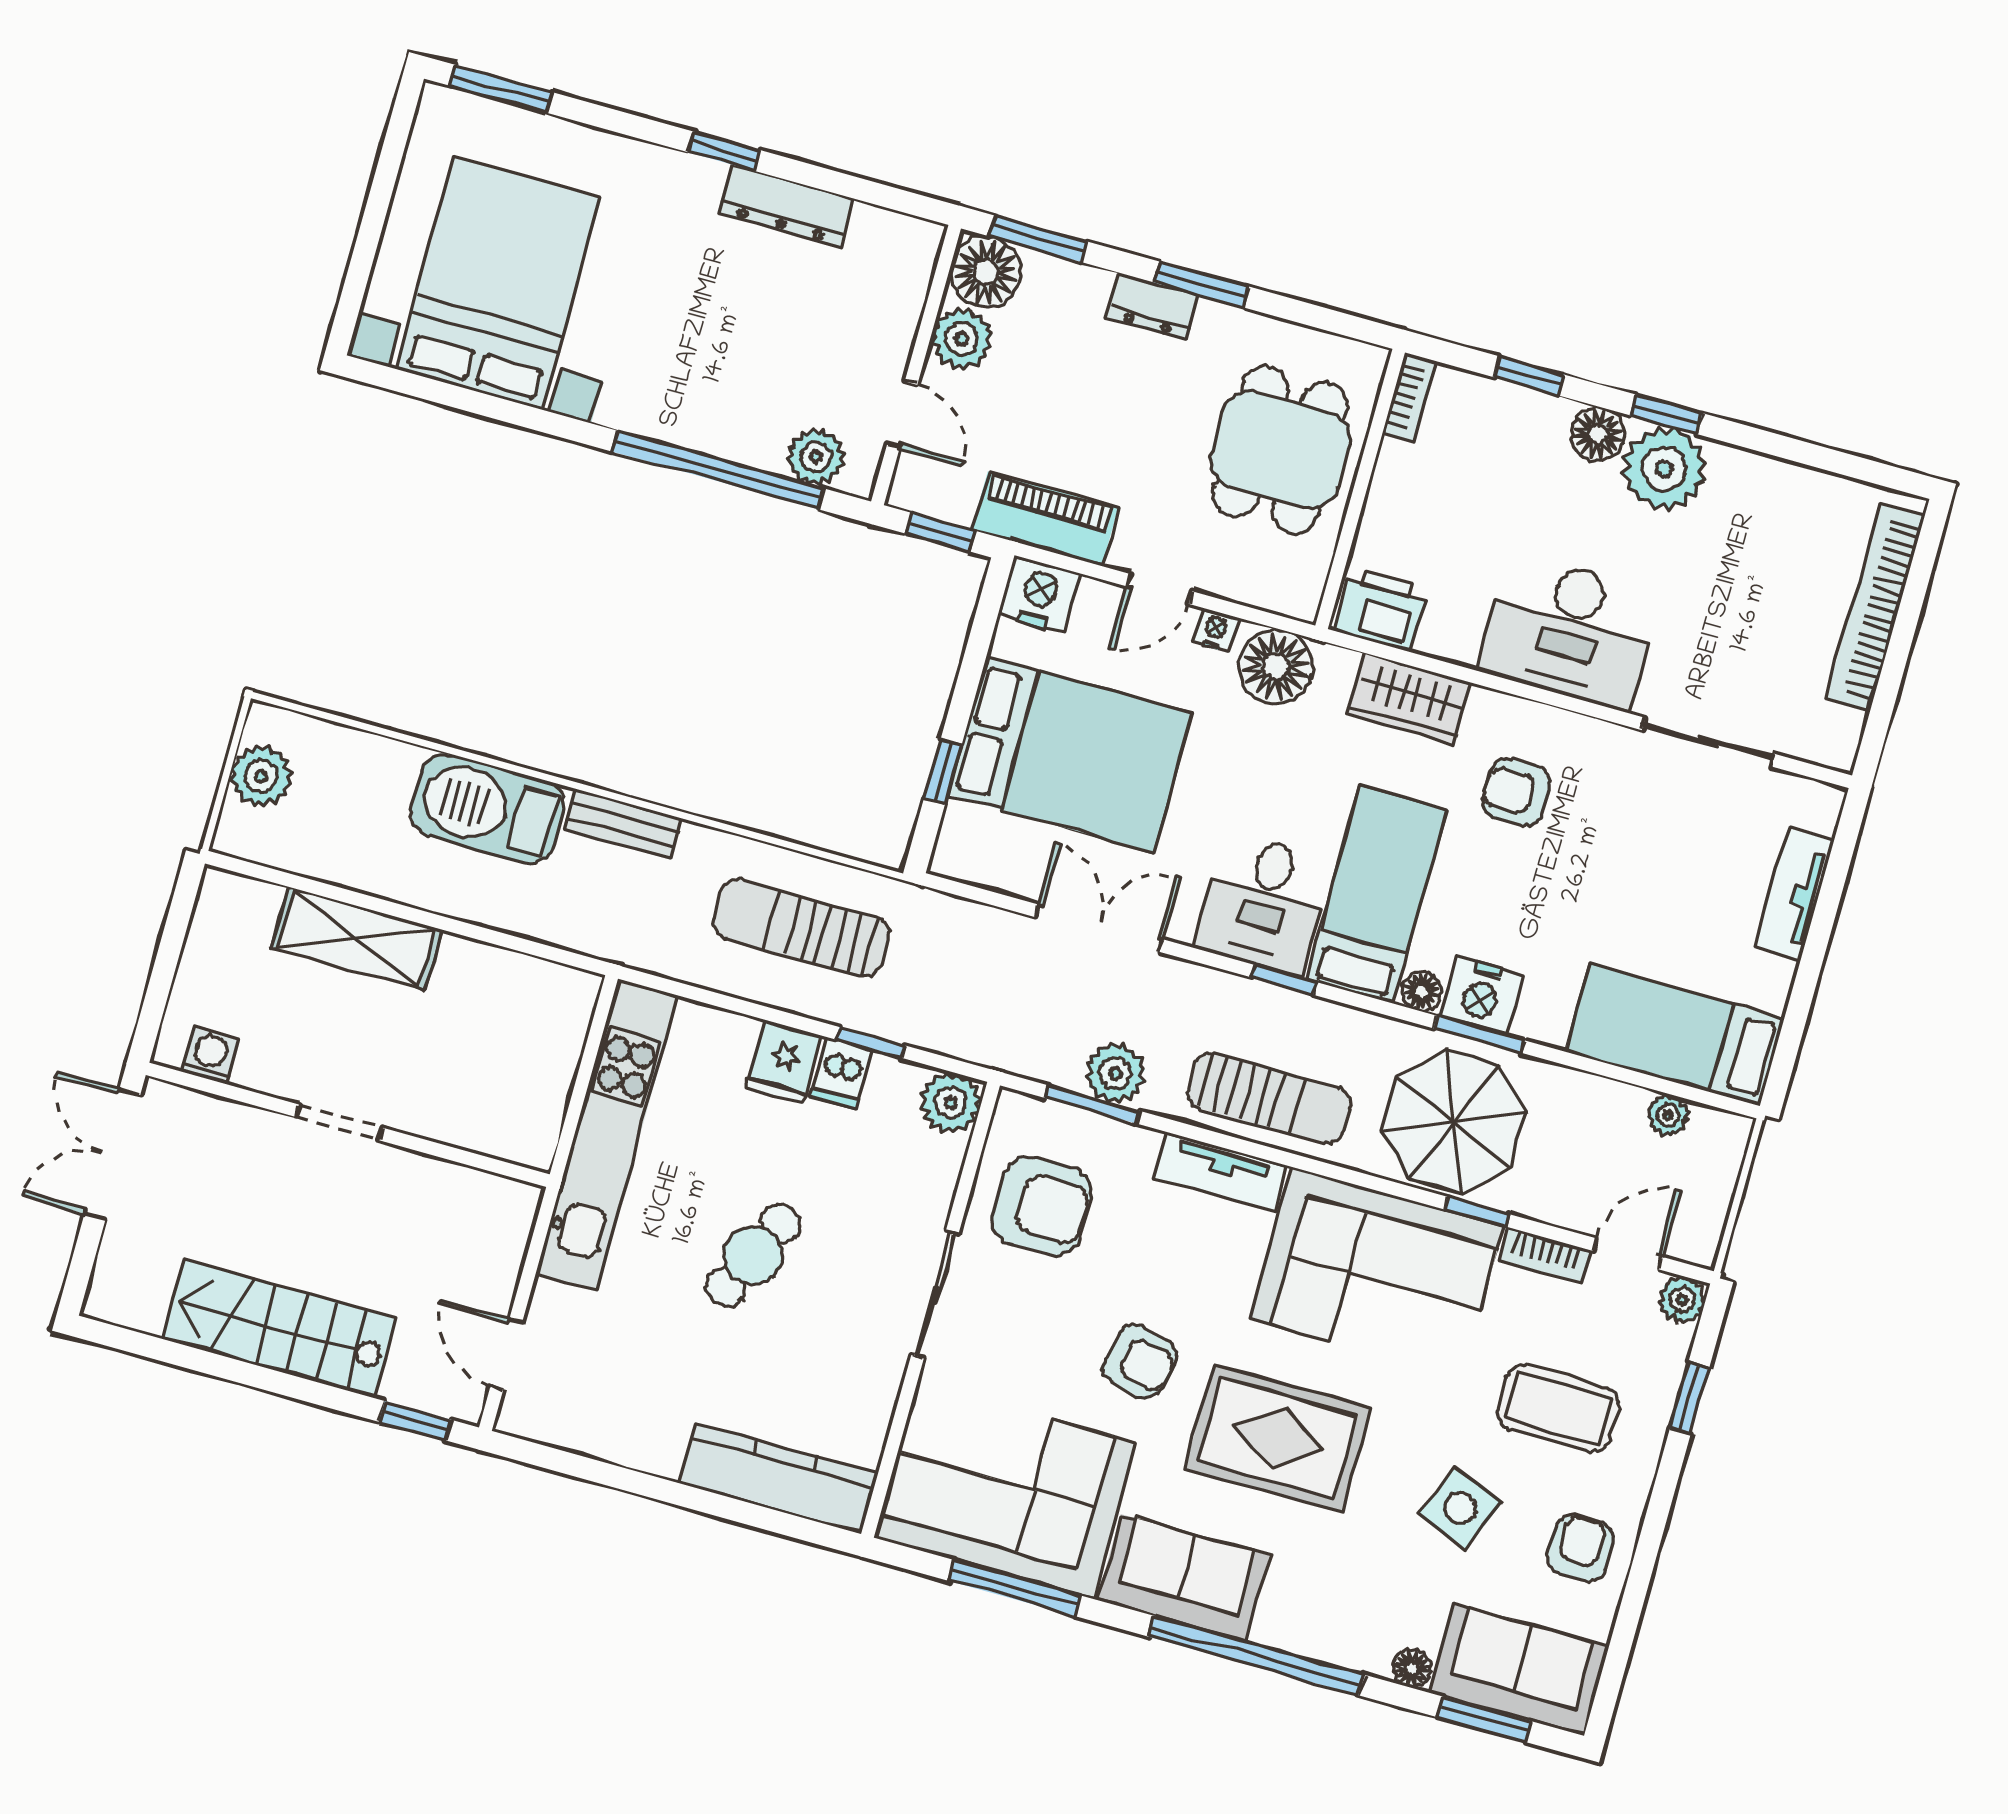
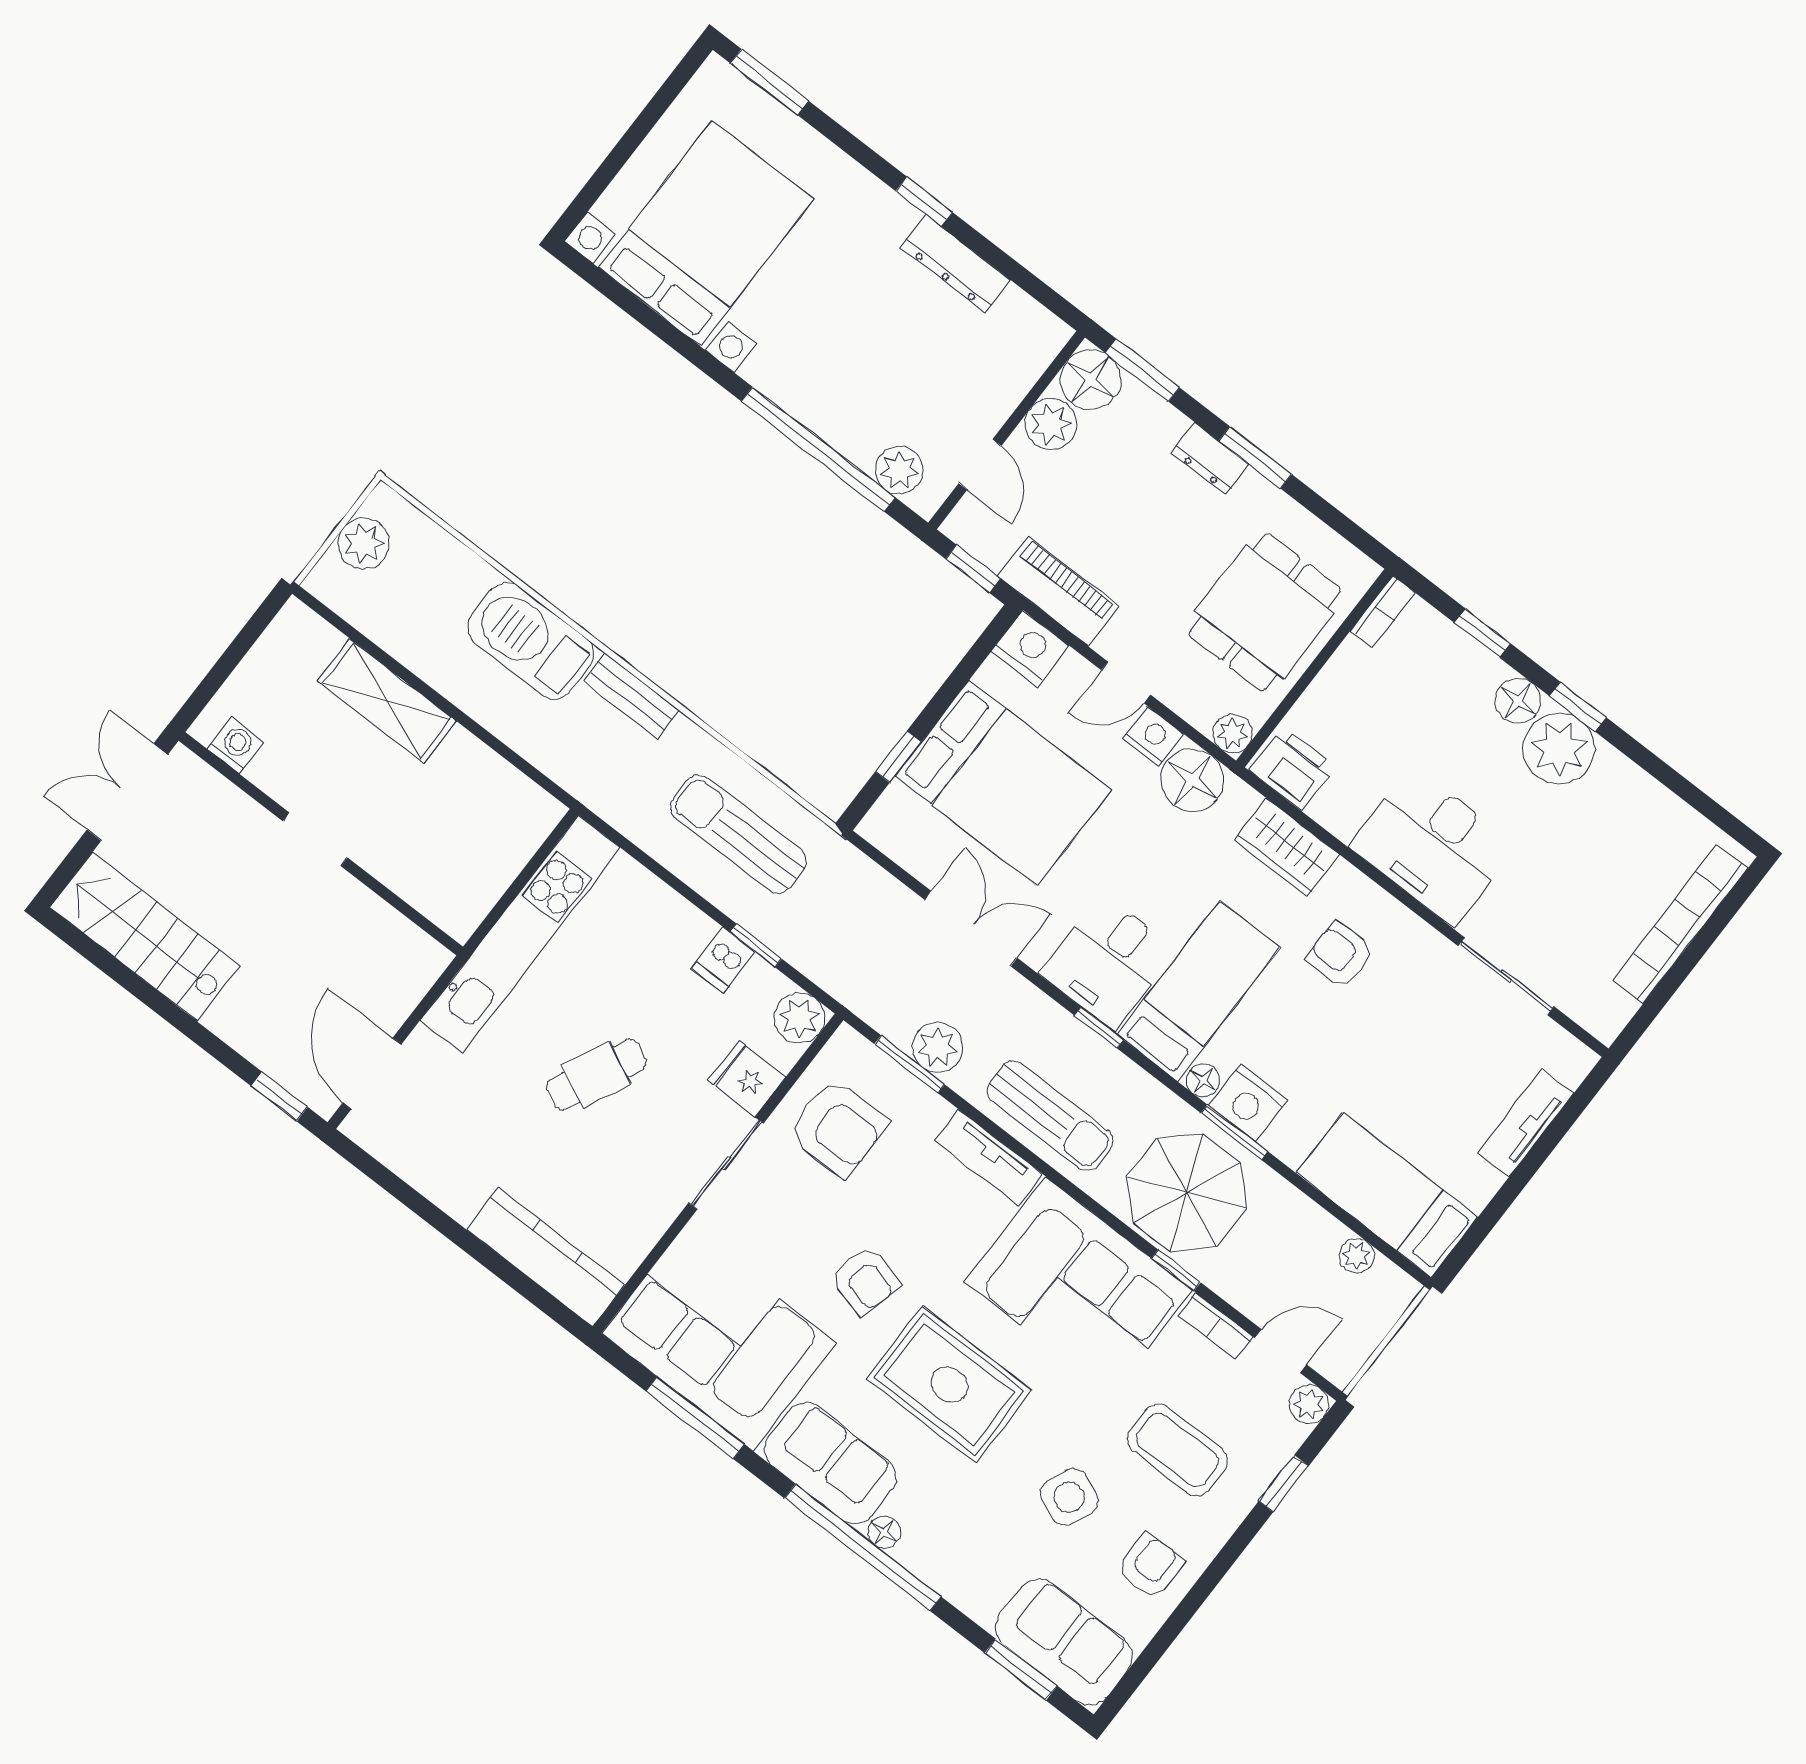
plant: (1299, 597) -> (1233, 734), added
nightstand: (1215, 630) -> (1153, 737), width x1.39, depth x1.35
fridge: (784, 1062) -> (747, 1079), moved, turned 90
stairs: (279, 1329) -> (145, 937), moved
door: (506, 1354) -> (372, 1073), width x1.38
floor lamp: (1412, 1668) -> (884, 1532), moved

